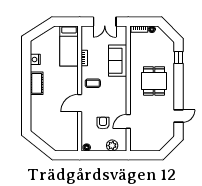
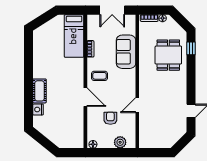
nightstand: (35, 59) -> (38, 110), moved
dining table: (154, 81) -> (168, 55), moved
cot: (37, 83) -> (40, 91), moved
door: (80, 103) -> (85, 97), swing flipped
door: (128, 121) -> (137, 105), moved

